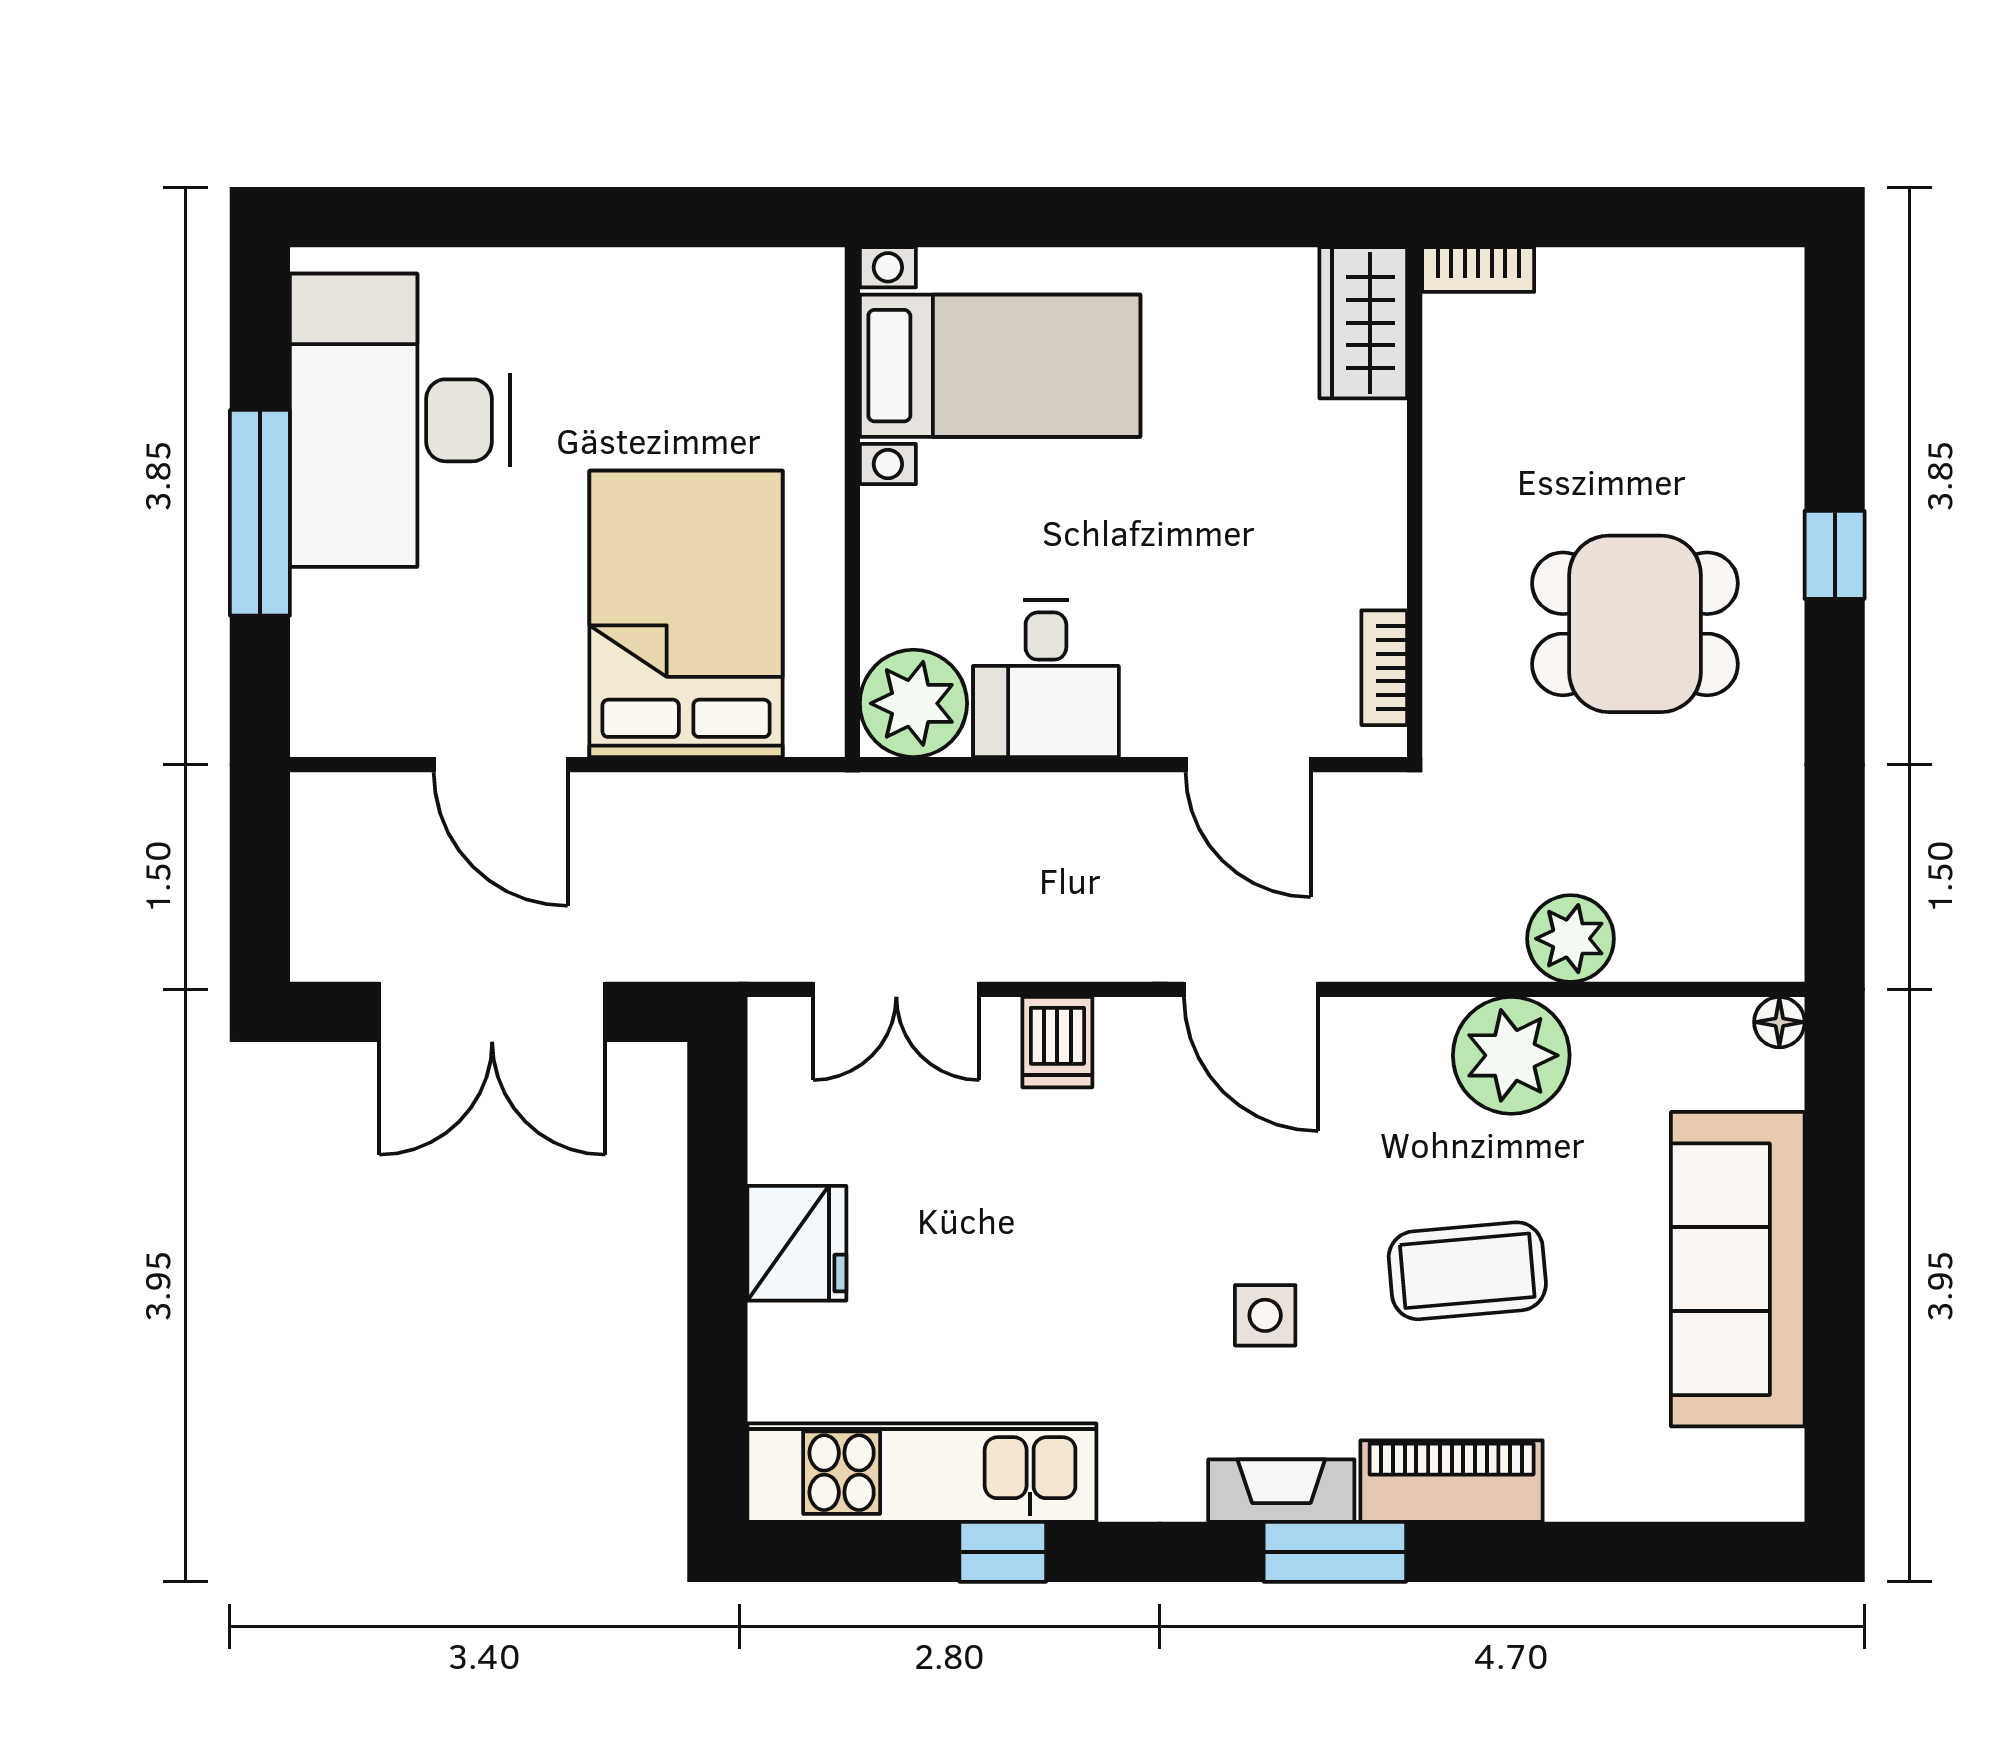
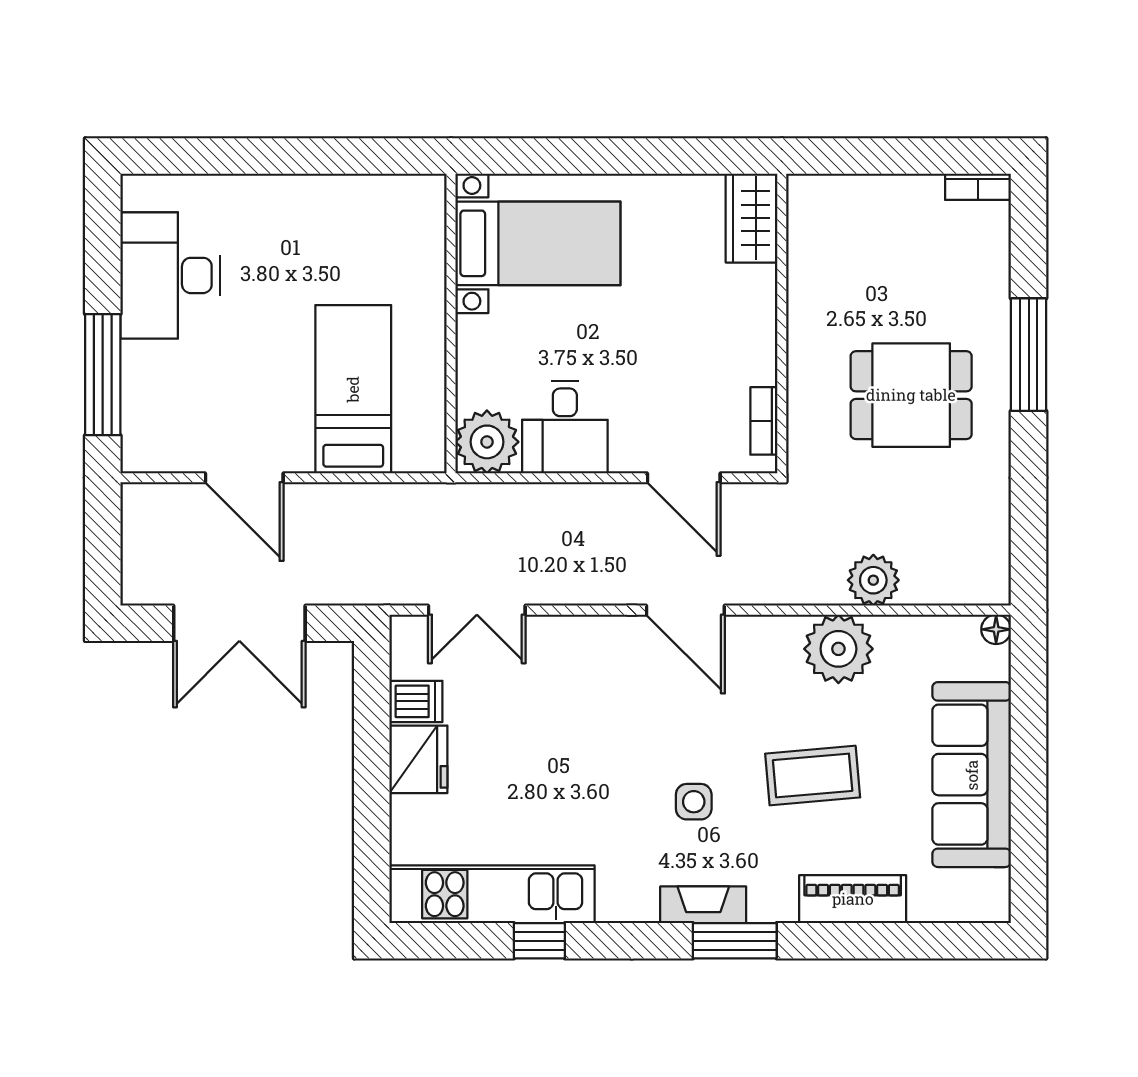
bookcase: (1478, 270) -> (978, 187), moved
desk: (400, 420) -> (170, 275), width x0.73, depth x0.77
window: (260, 513) -> (103, 375), moved
window: (1835, 555) -> (1029, 355), width x2.17
bed: (686, 614) -> (353, 389), width x0.67
dishwasher: (1057, 1042) -> (416, 701), moved, turned -90
piano: (1452, 1481) -> (853, 899), moved

